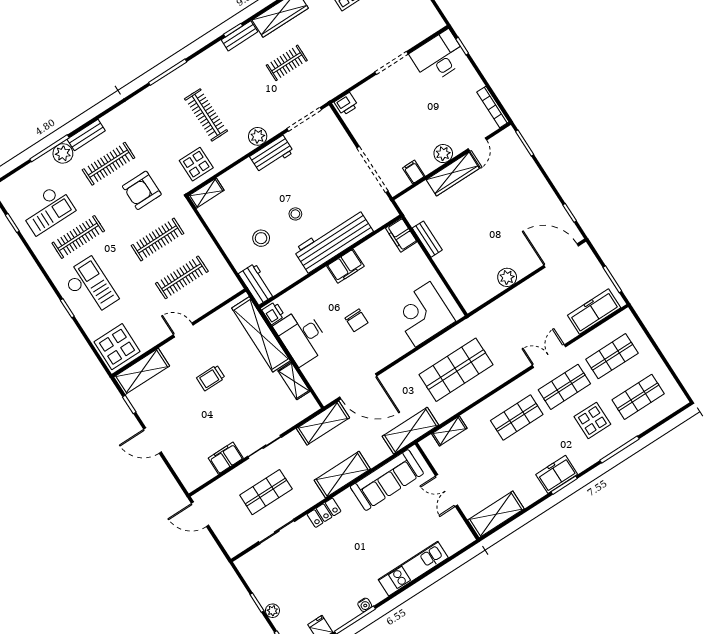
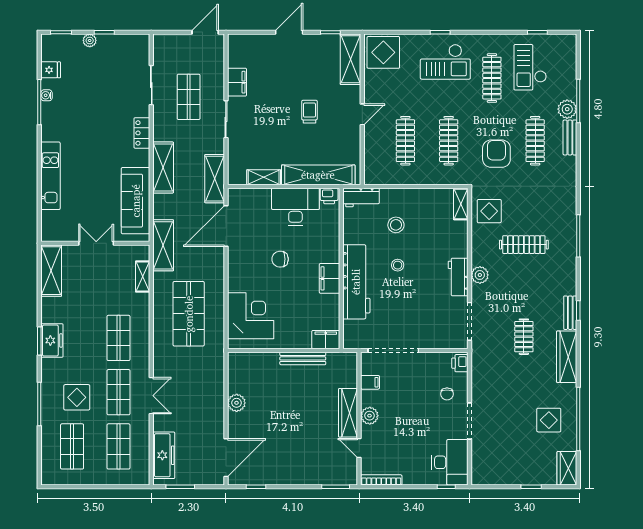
chair: (380, 98) -> (447, 394), added
bench: (427, 239) -> (303, 358), width x1.36
water cooler: (365, 605) -> (46, 95), moved

